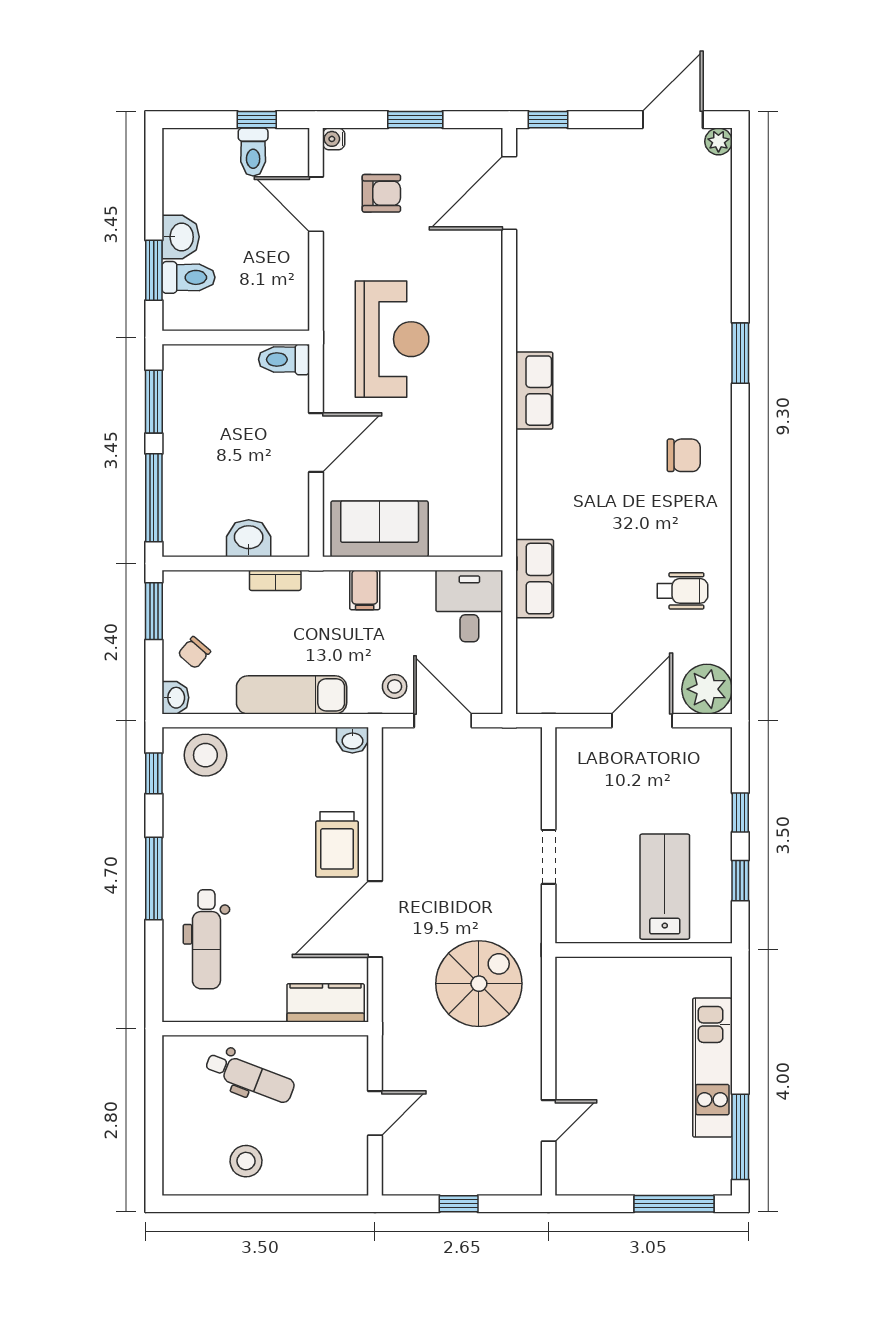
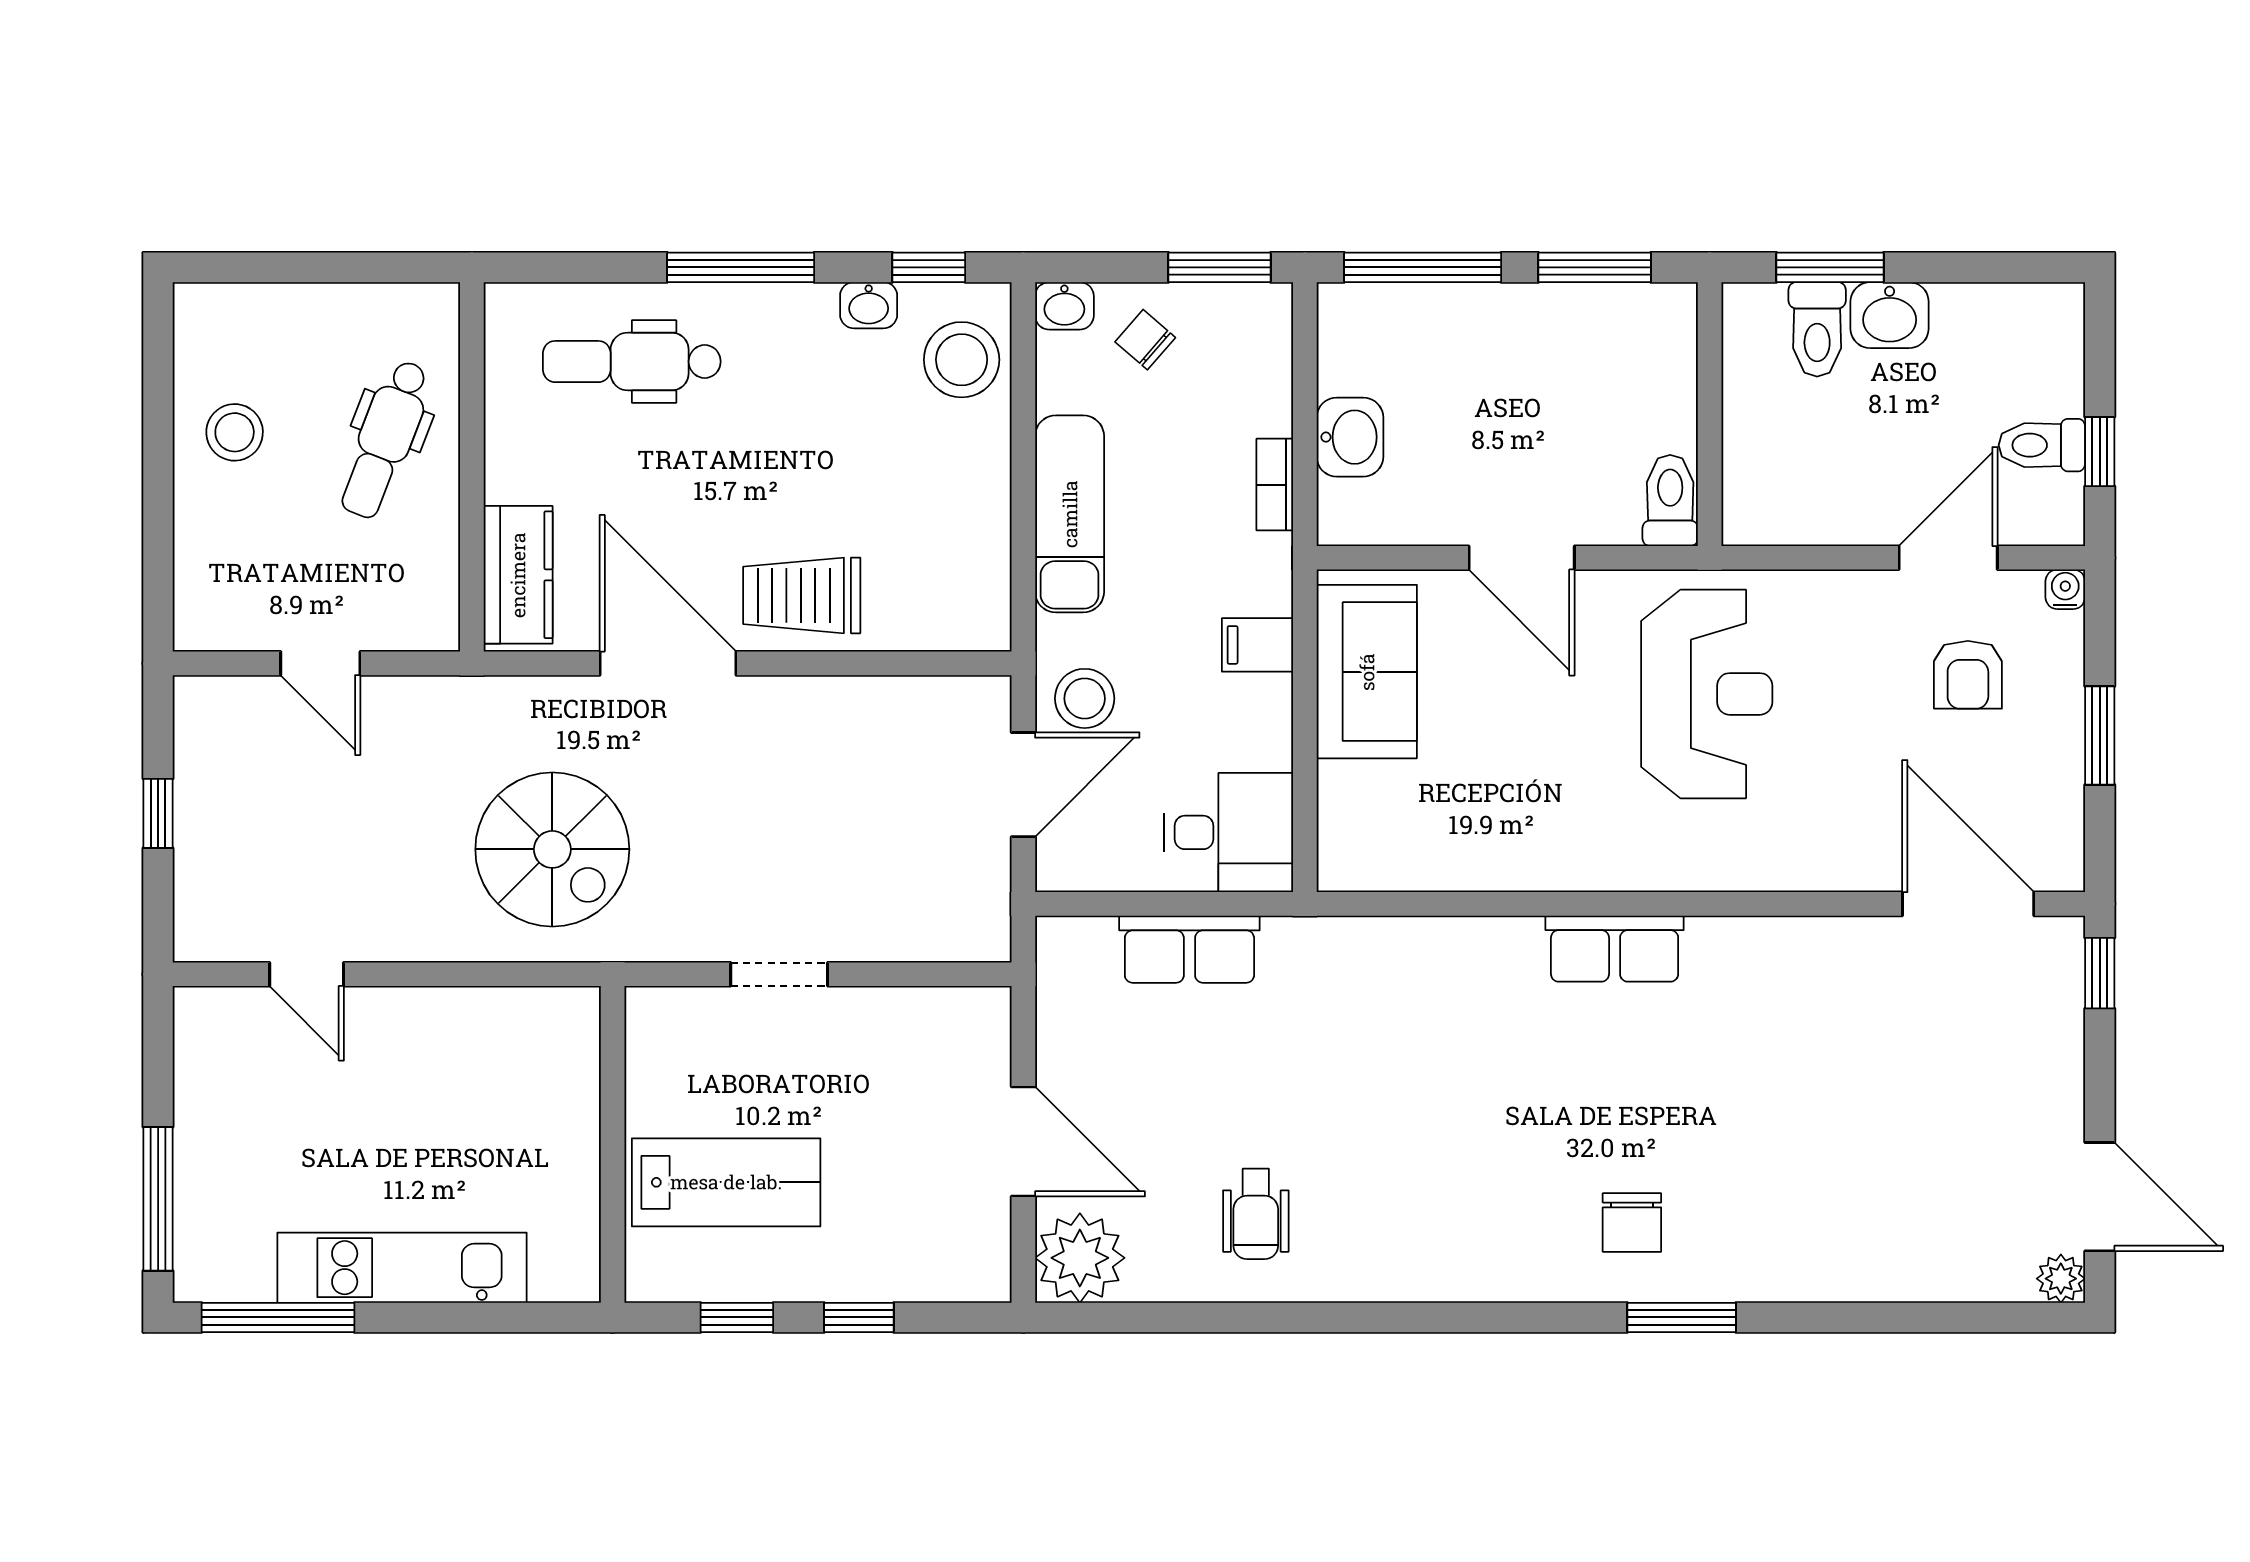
reception desk: (392, 339) -> (1707, 694), turned -90
chair: (684, 455) -> (1632, 1223), moved
row of seats: (535, 579) -> (1189, 949), moved
stool: (395, 686) -> (1085, 698), width x1.37, depth x1.37
washbasin: (352, 740) -> (869, 305), moved, turned -90

